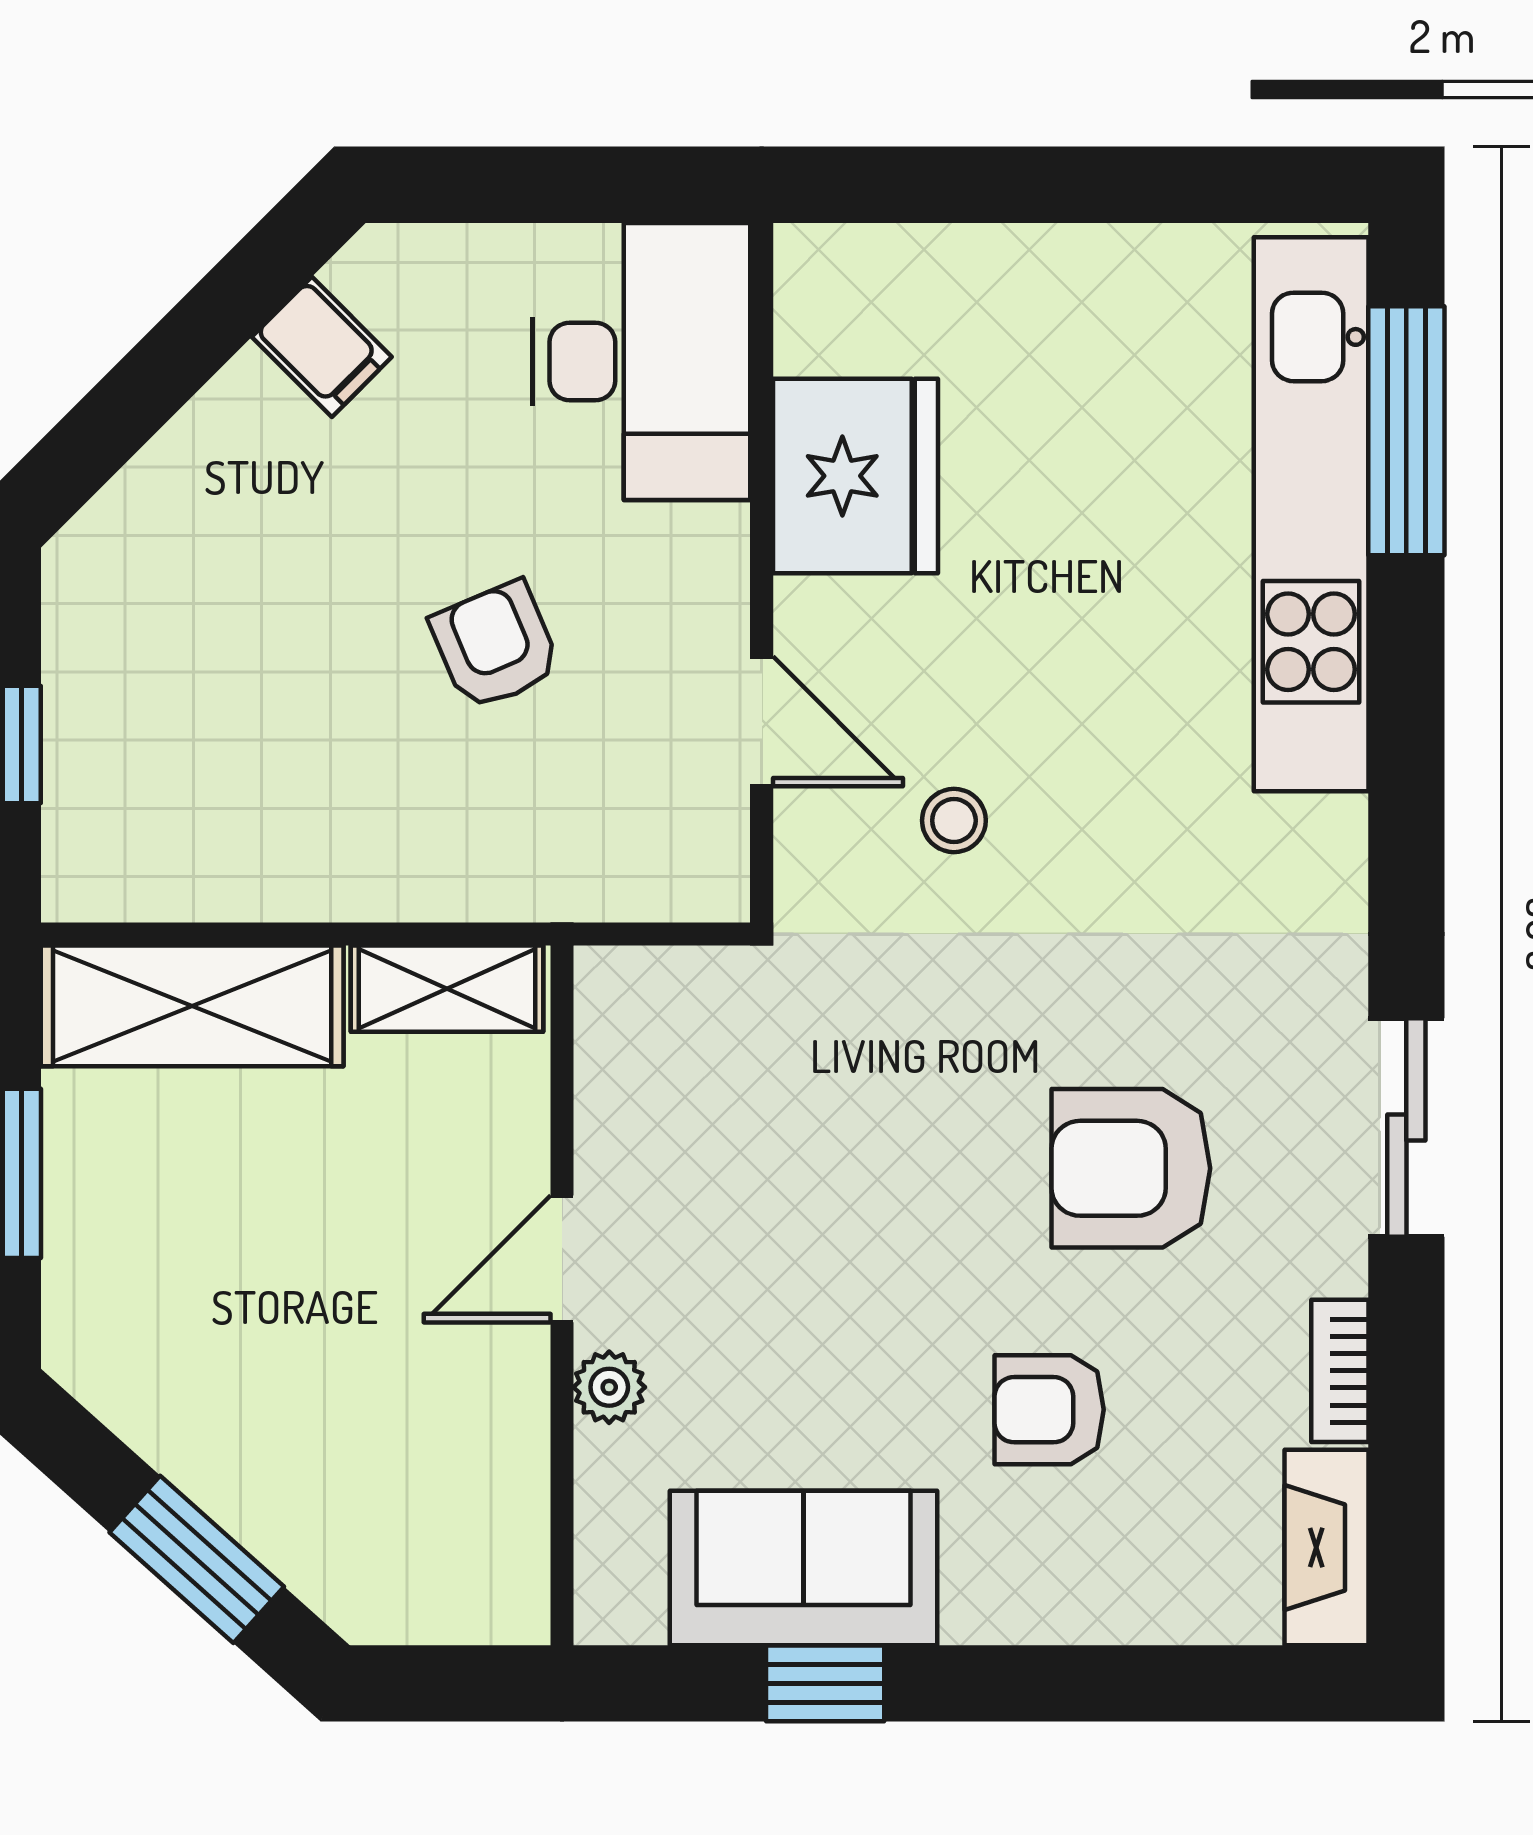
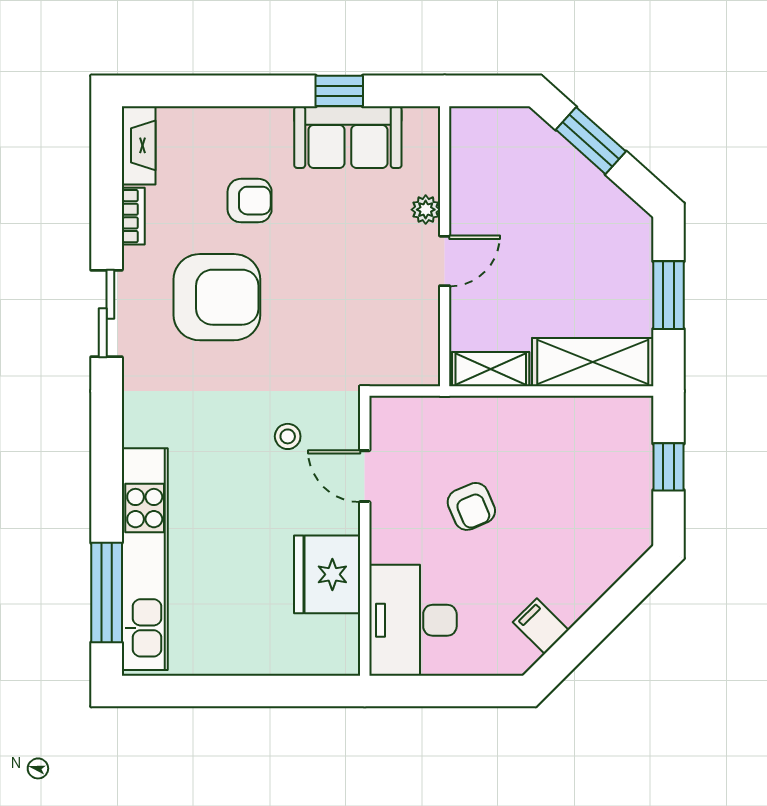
armchair: (1131, 1168) -> (217, 297), width x1.36, depth x1.36

